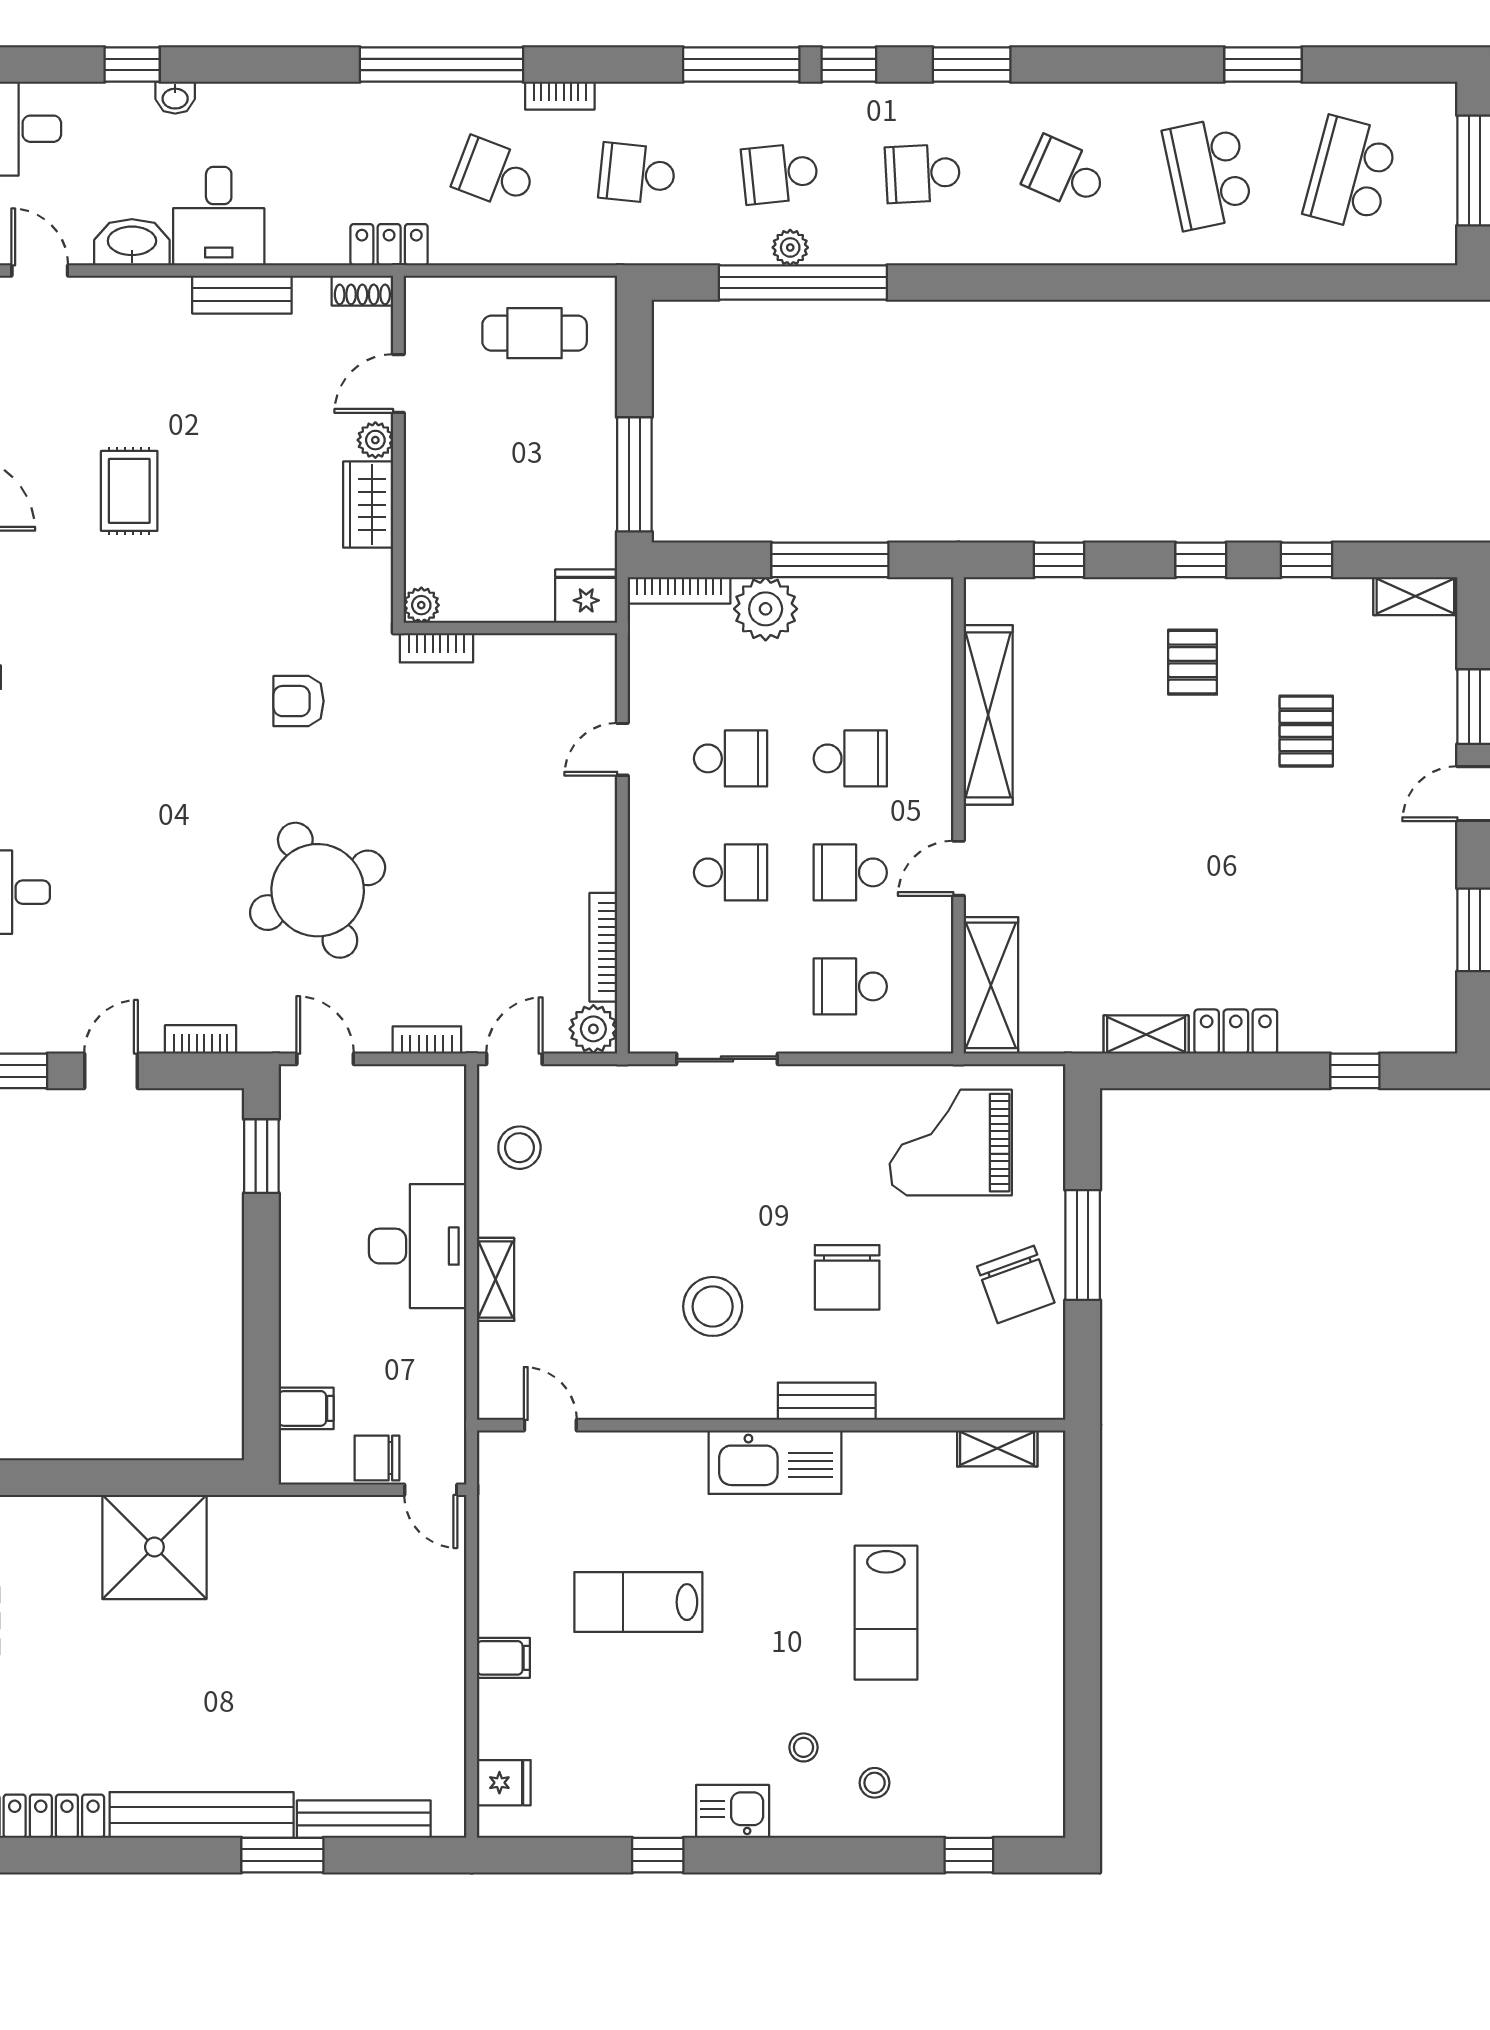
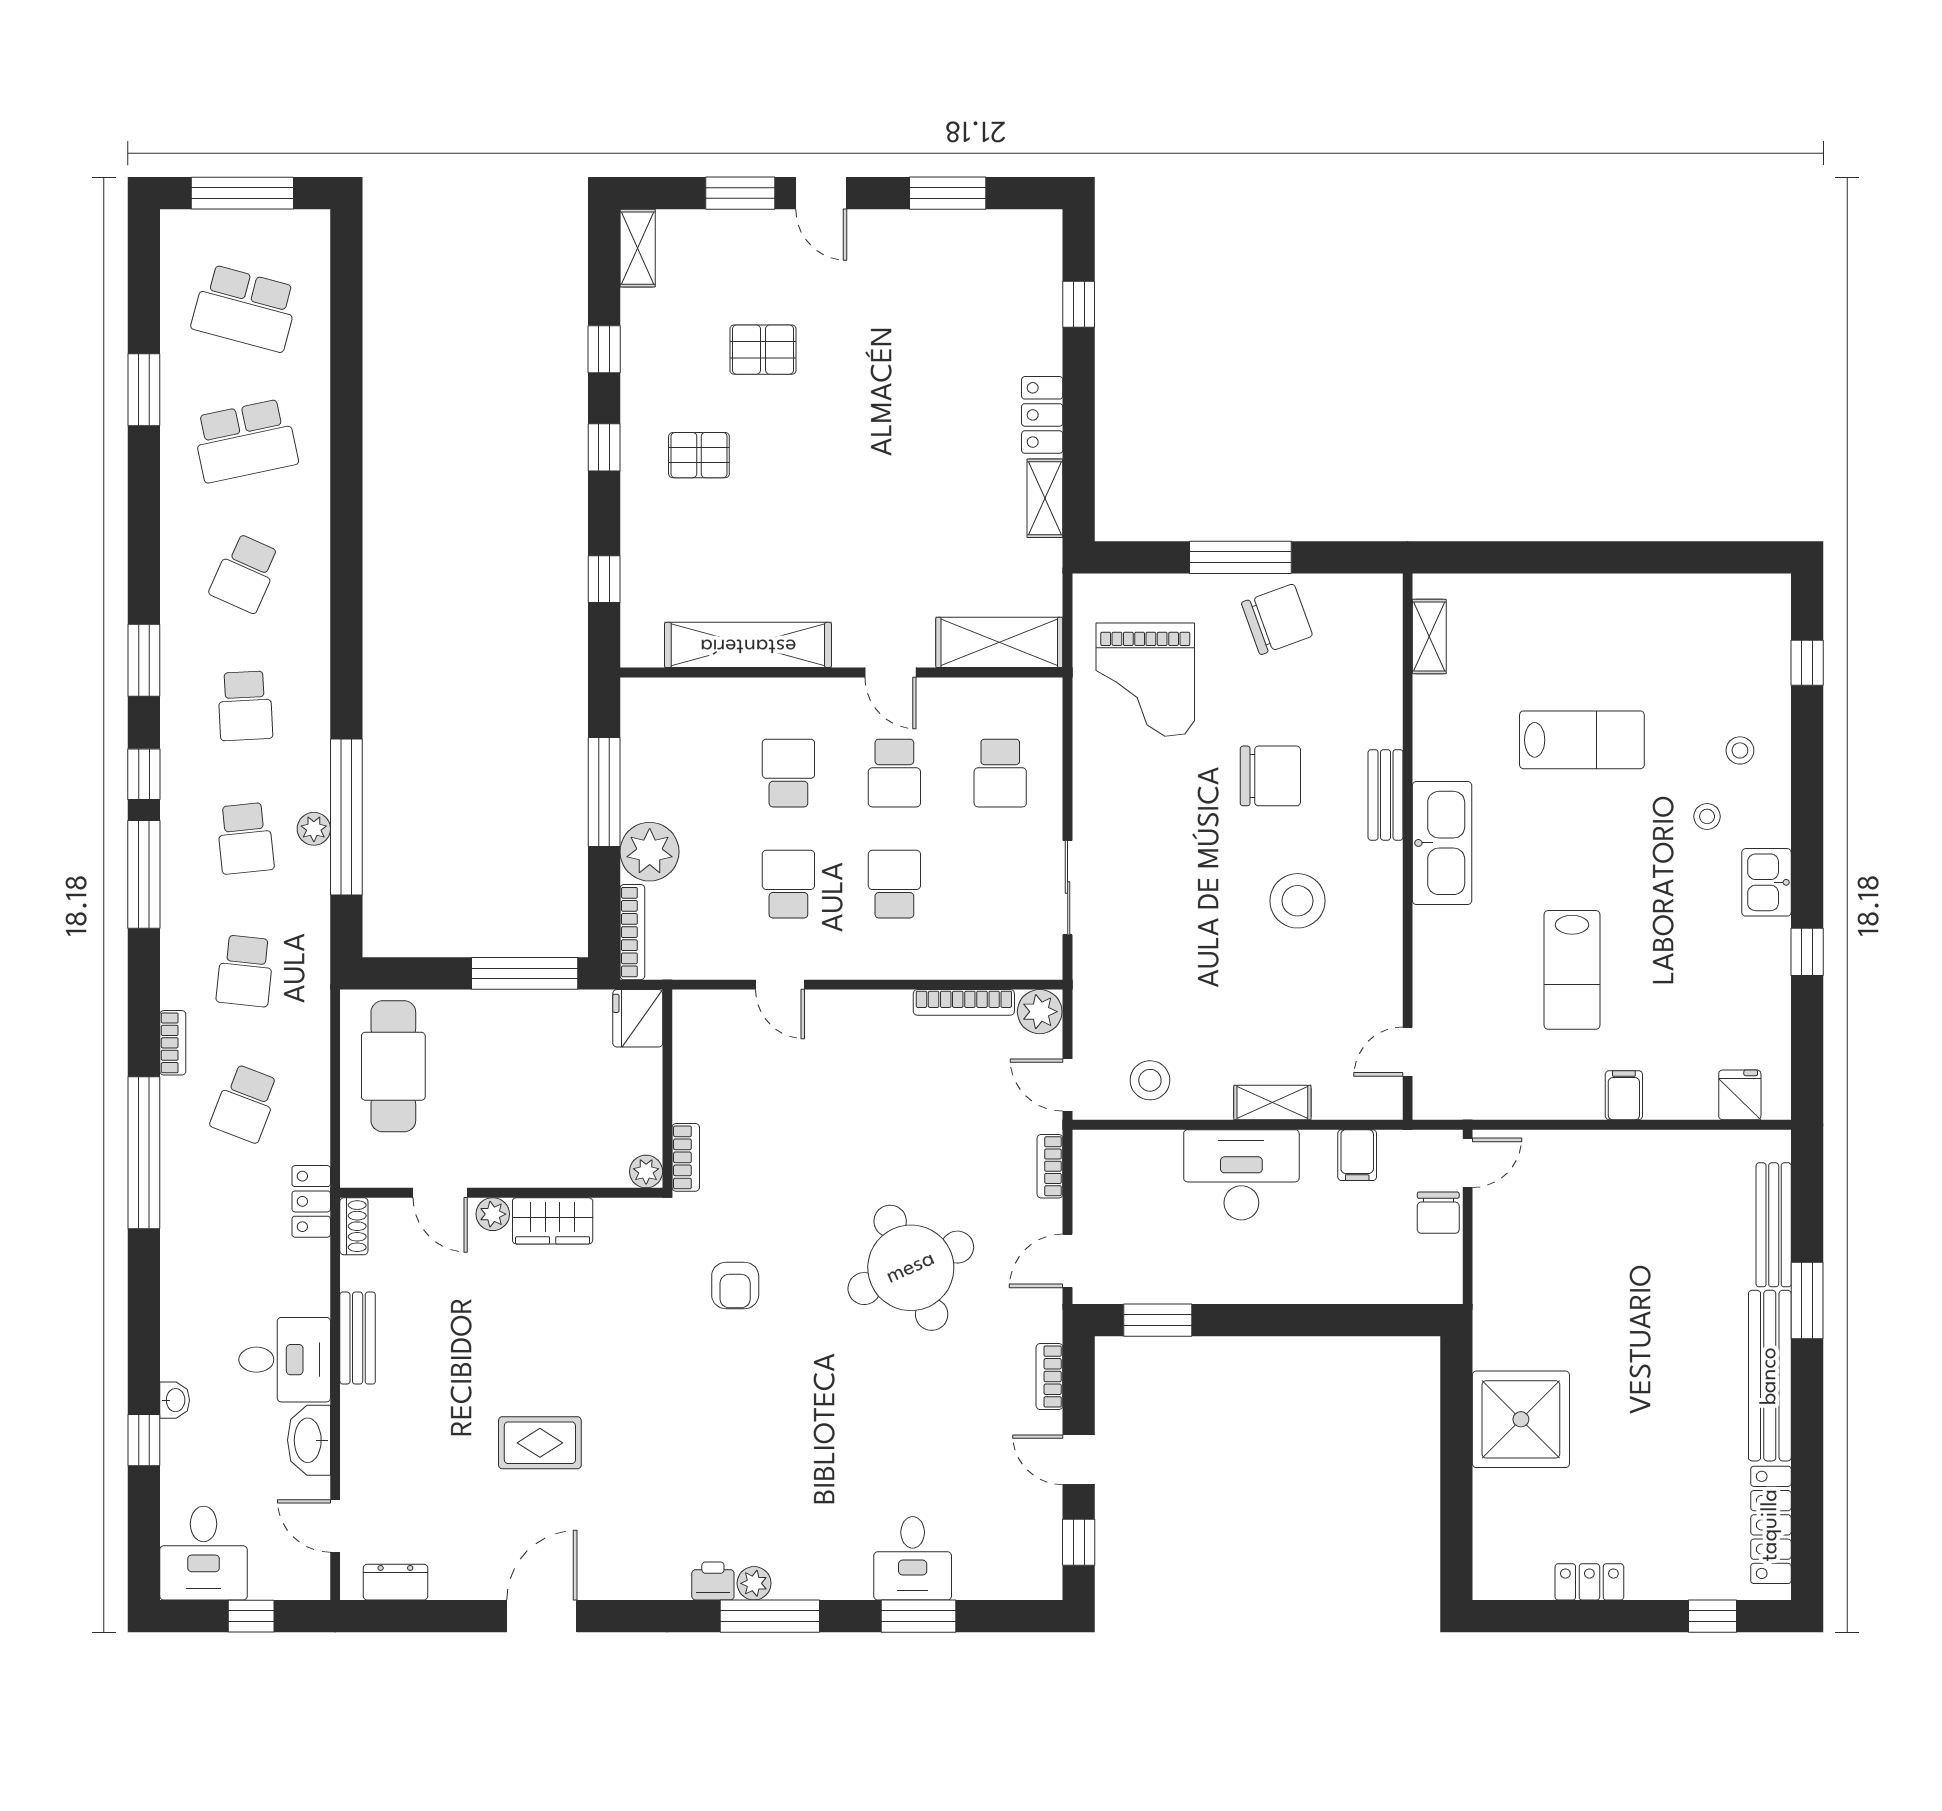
door: (40, 270) -> (335, 1526), hinge flipped
cafe table: (535, 333) -> (393, 1066), width x1.37, depth x1.35
filing cabinet: (306, 1408) -> (1357, 1155), moved, turned 180

